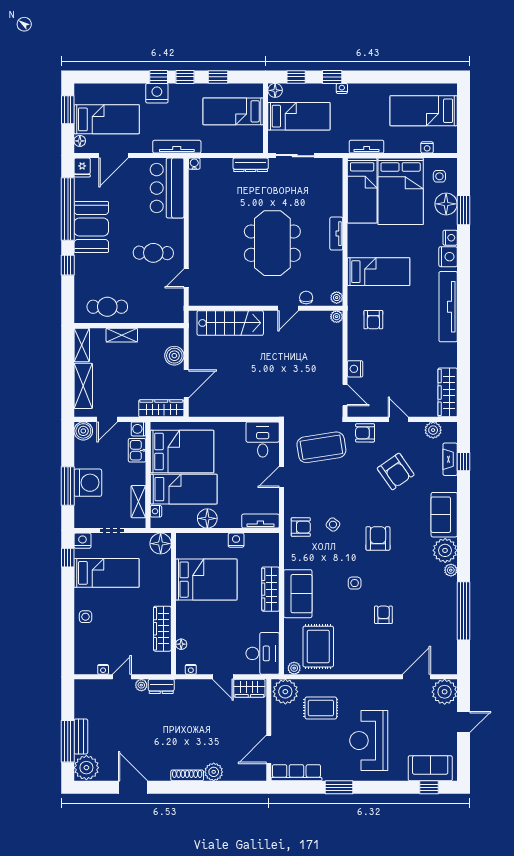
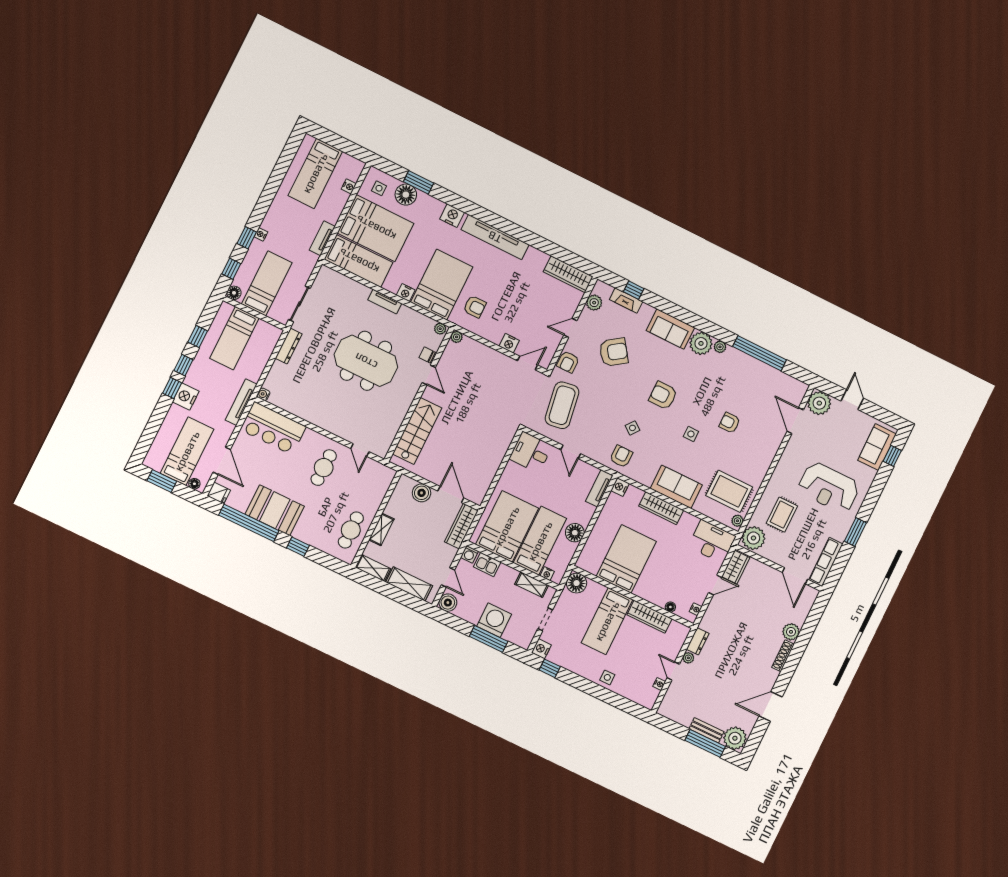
nightstand: (450, 238) -> (406, 293), moved, turned 180
bed: (379, 272) -> (442, 285), width x1.50
nightstand: (236, 540) -> (620, 487), moved
bed: (107, 573) -> (607, 621), moved, turned 180

